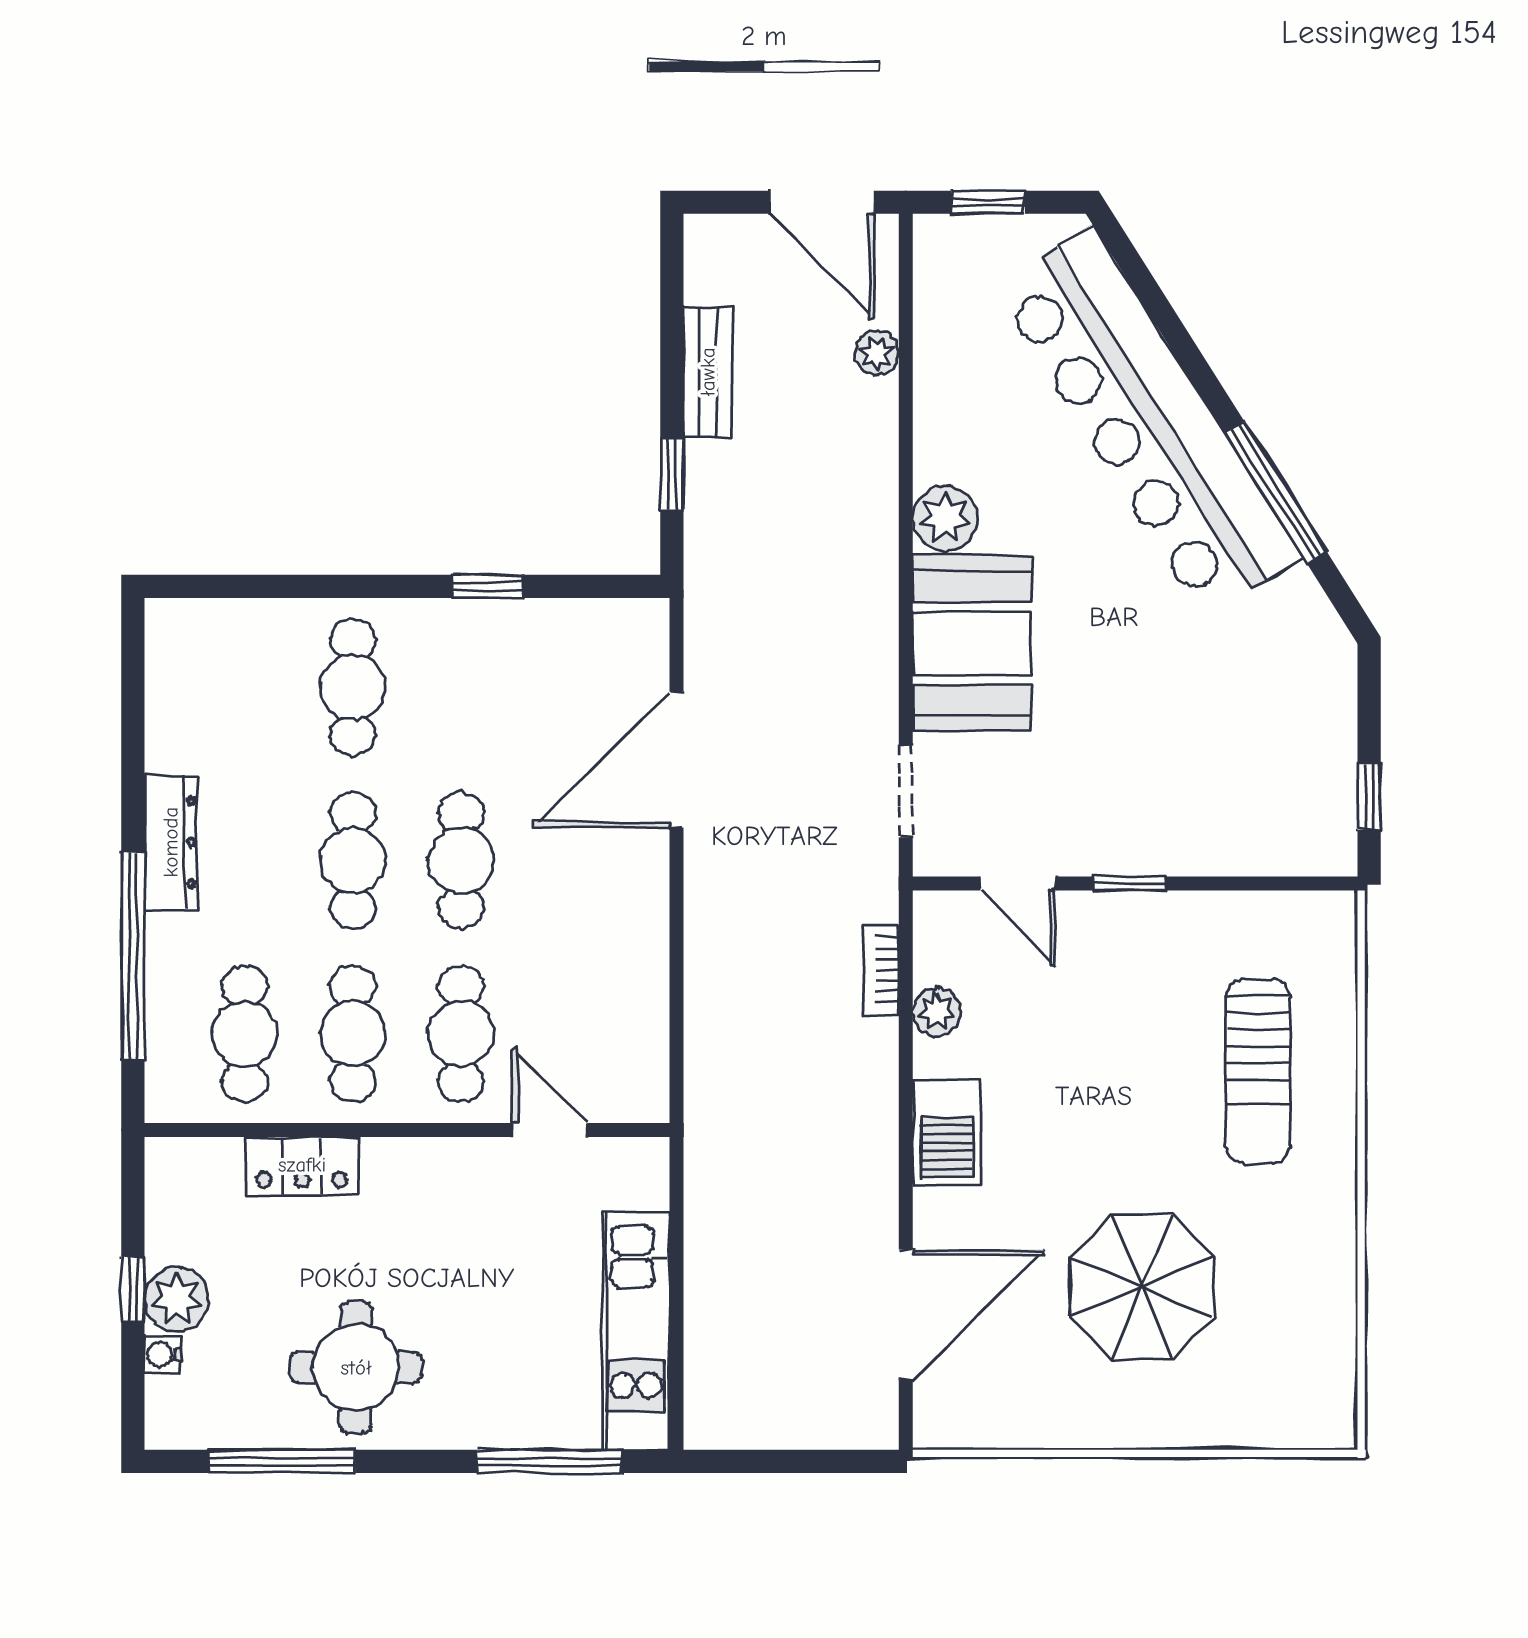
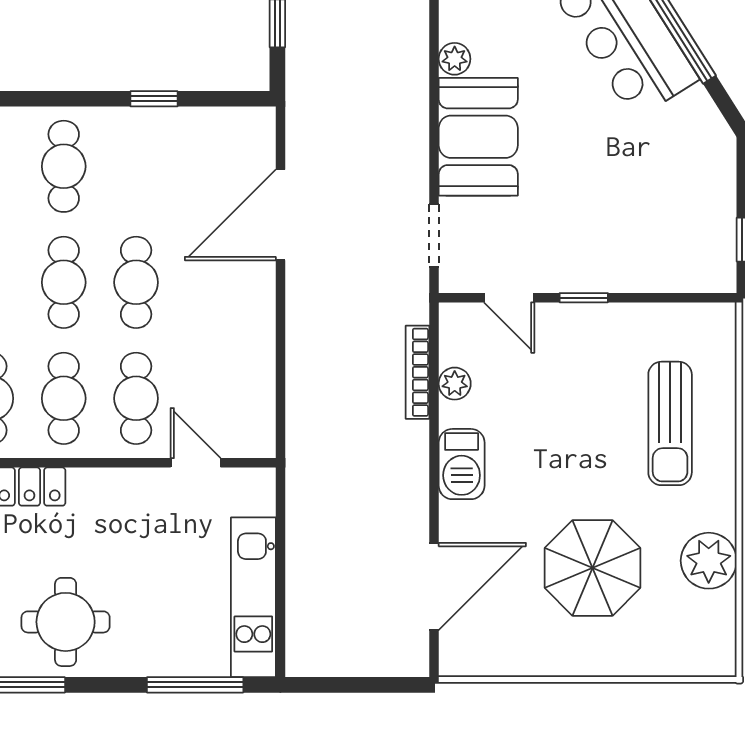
plant: (945, 518) -> (455, 59), width x0.73, depth x0.73
bookcase: (881, 970) -> (418, 372), width x1.56
plant: (1316, 1276) -> (709, 561), added

